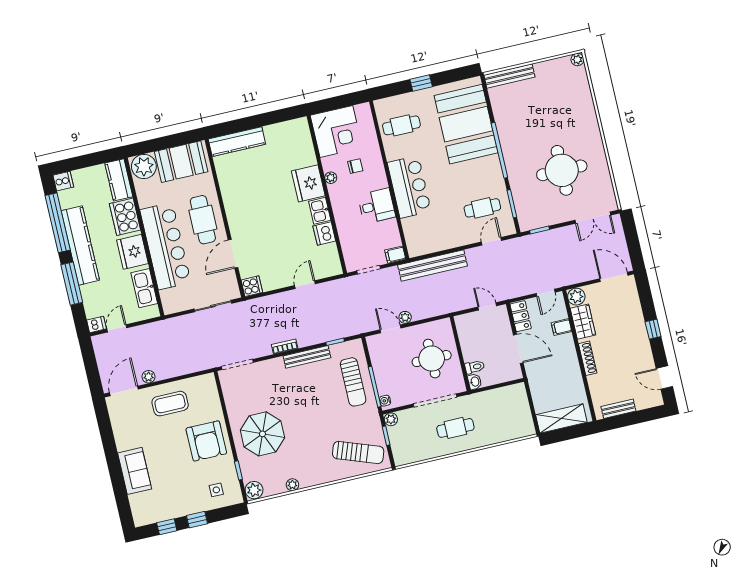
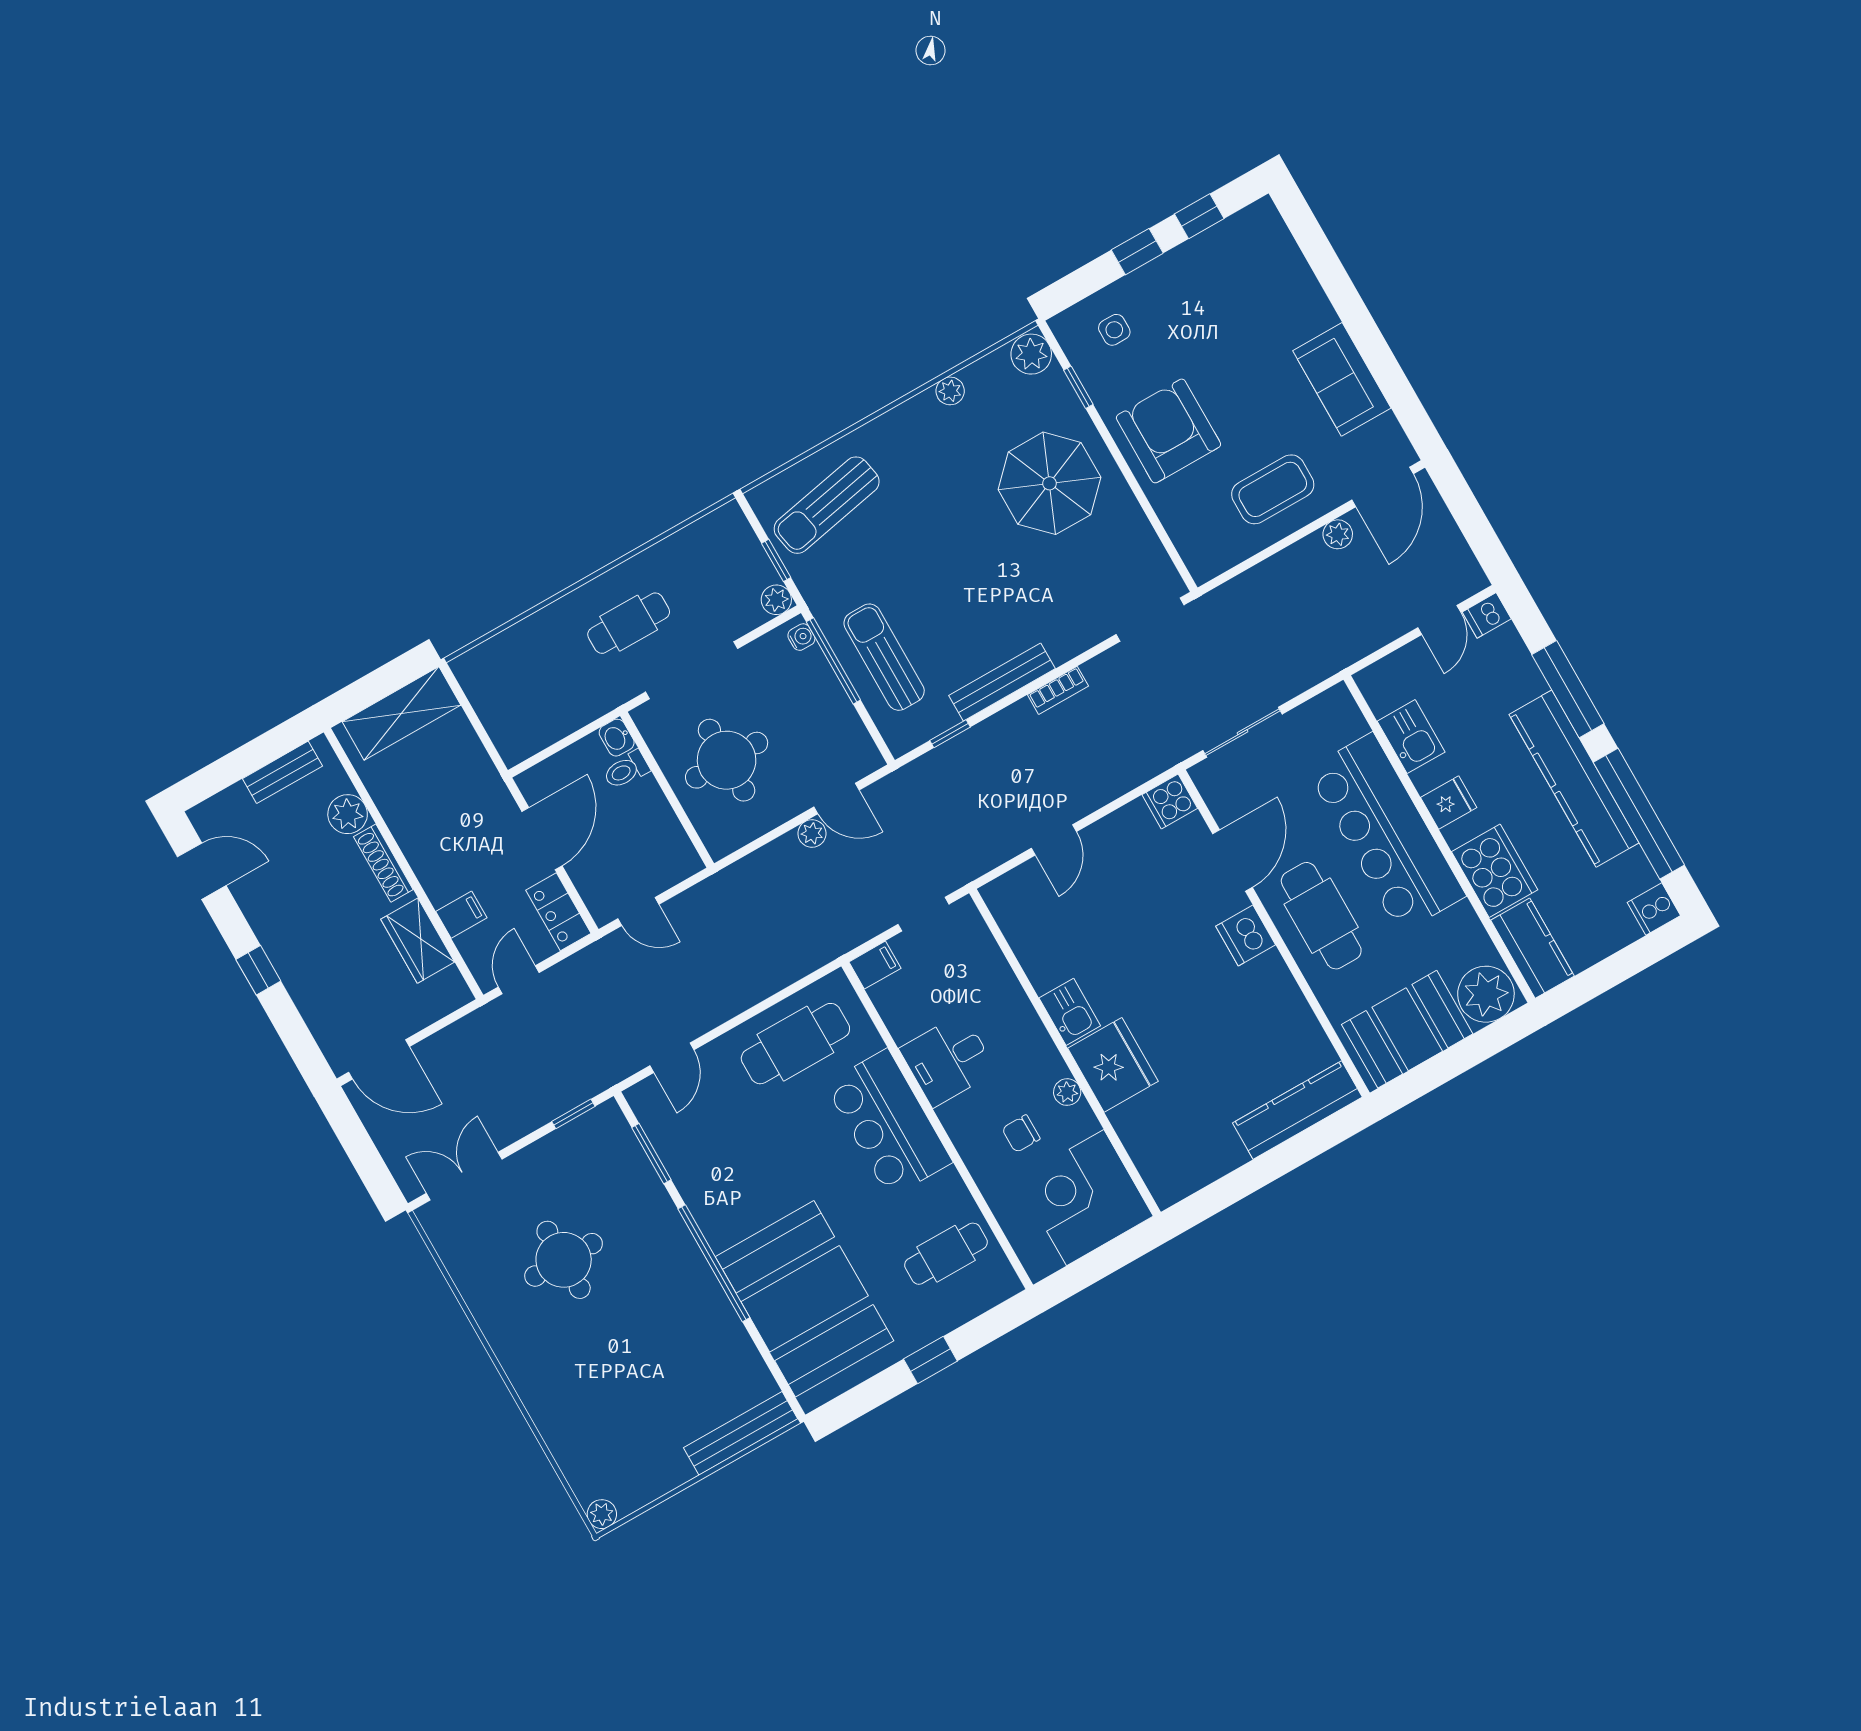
round table: (562, 170) -> (564, 1260), width x0.73, depth x0.73
cafe table: (482, 208) -> (795, 1044), moved, width x1.37, depth x1.35
dishwasher: (324, 234) -> (1246, 936), moved, turned 180
fridge: (132, 252) -> (1449, 802), width x0.53, depth x0.75
bench: (433, 265) -> (786, 966), removed
kitchen sink: (144, 288) -> (1411, 737), width x0.73
plant: (576, 297) -> (348, 814), moved
door: (518, 349) -> (542, 839), swing flipped
sun lounger: (358, 452) -> (827, 505), turned -31
sofa: (135, 471) -> (1342, 379), moved

